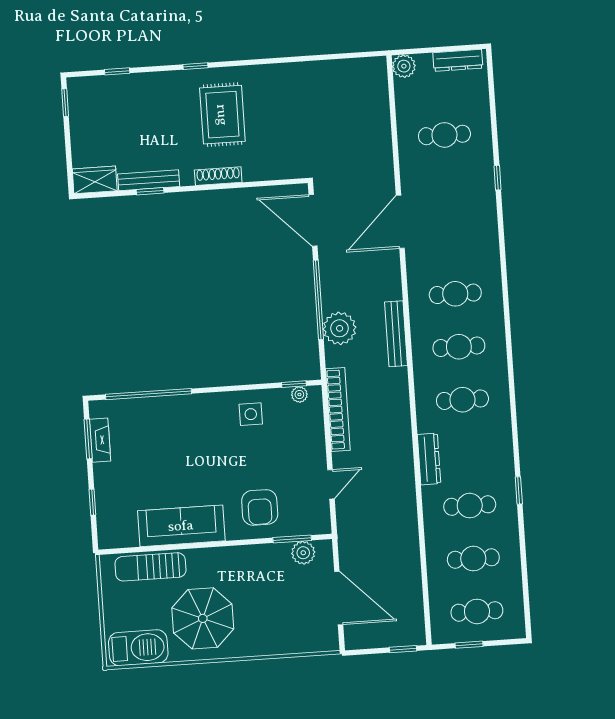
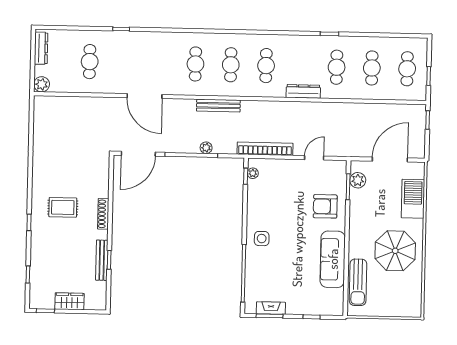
rug: (222, 115) -> (63, 207), width x0.73, depth x0.70
wardrobe: (95, 180) -> (69, 301), moved, turned 90
plant: (340, 328) -> (206, 148), width x0.53, depth x0.53
side table: (251, 414) -> (262, 239), moved
door: (331, 484) -> (314, 158), hinge flipped
armchair: (260, 507) -> (325, 206), turned 180
barbecue: (138, 648) -> (413, 199), moved

